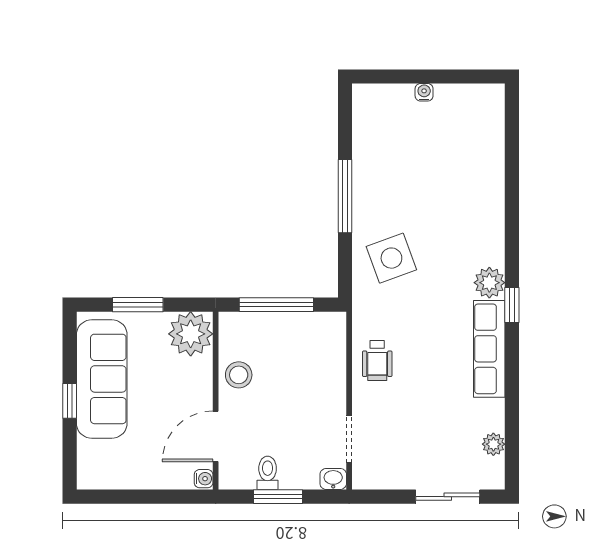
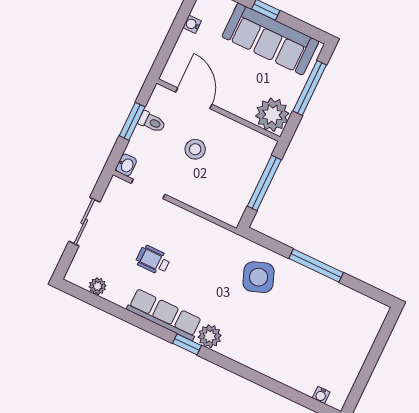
water cooler: (424, 92) -> (321, 395), moved, turned 90
window: (138, 305) -> (310, 88), width x1.44
wheelchair: (377, 361) -> (153, 260), moved
stool: (239, 375) -> (195, 149), moved
water cooler: (204, 479) -> (192, 24), moved, turned 90
sliding door: (448, 497) -> (84, 222), moved

